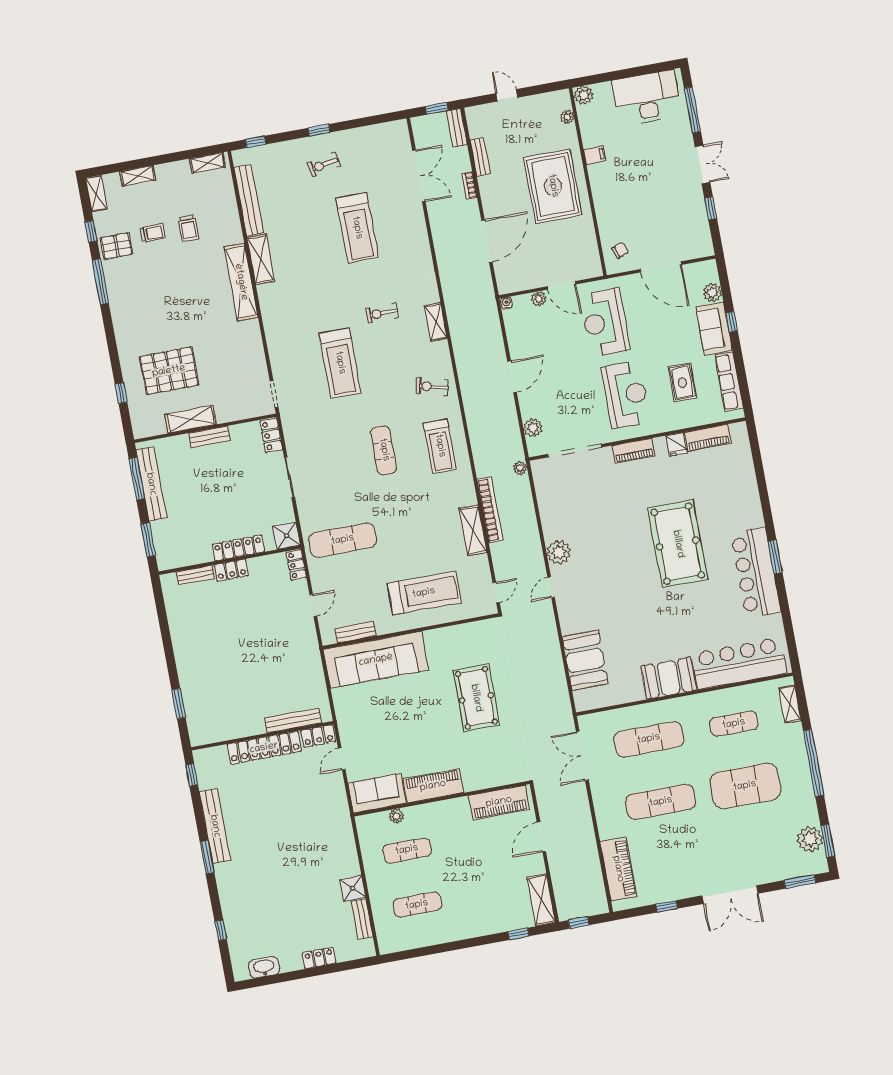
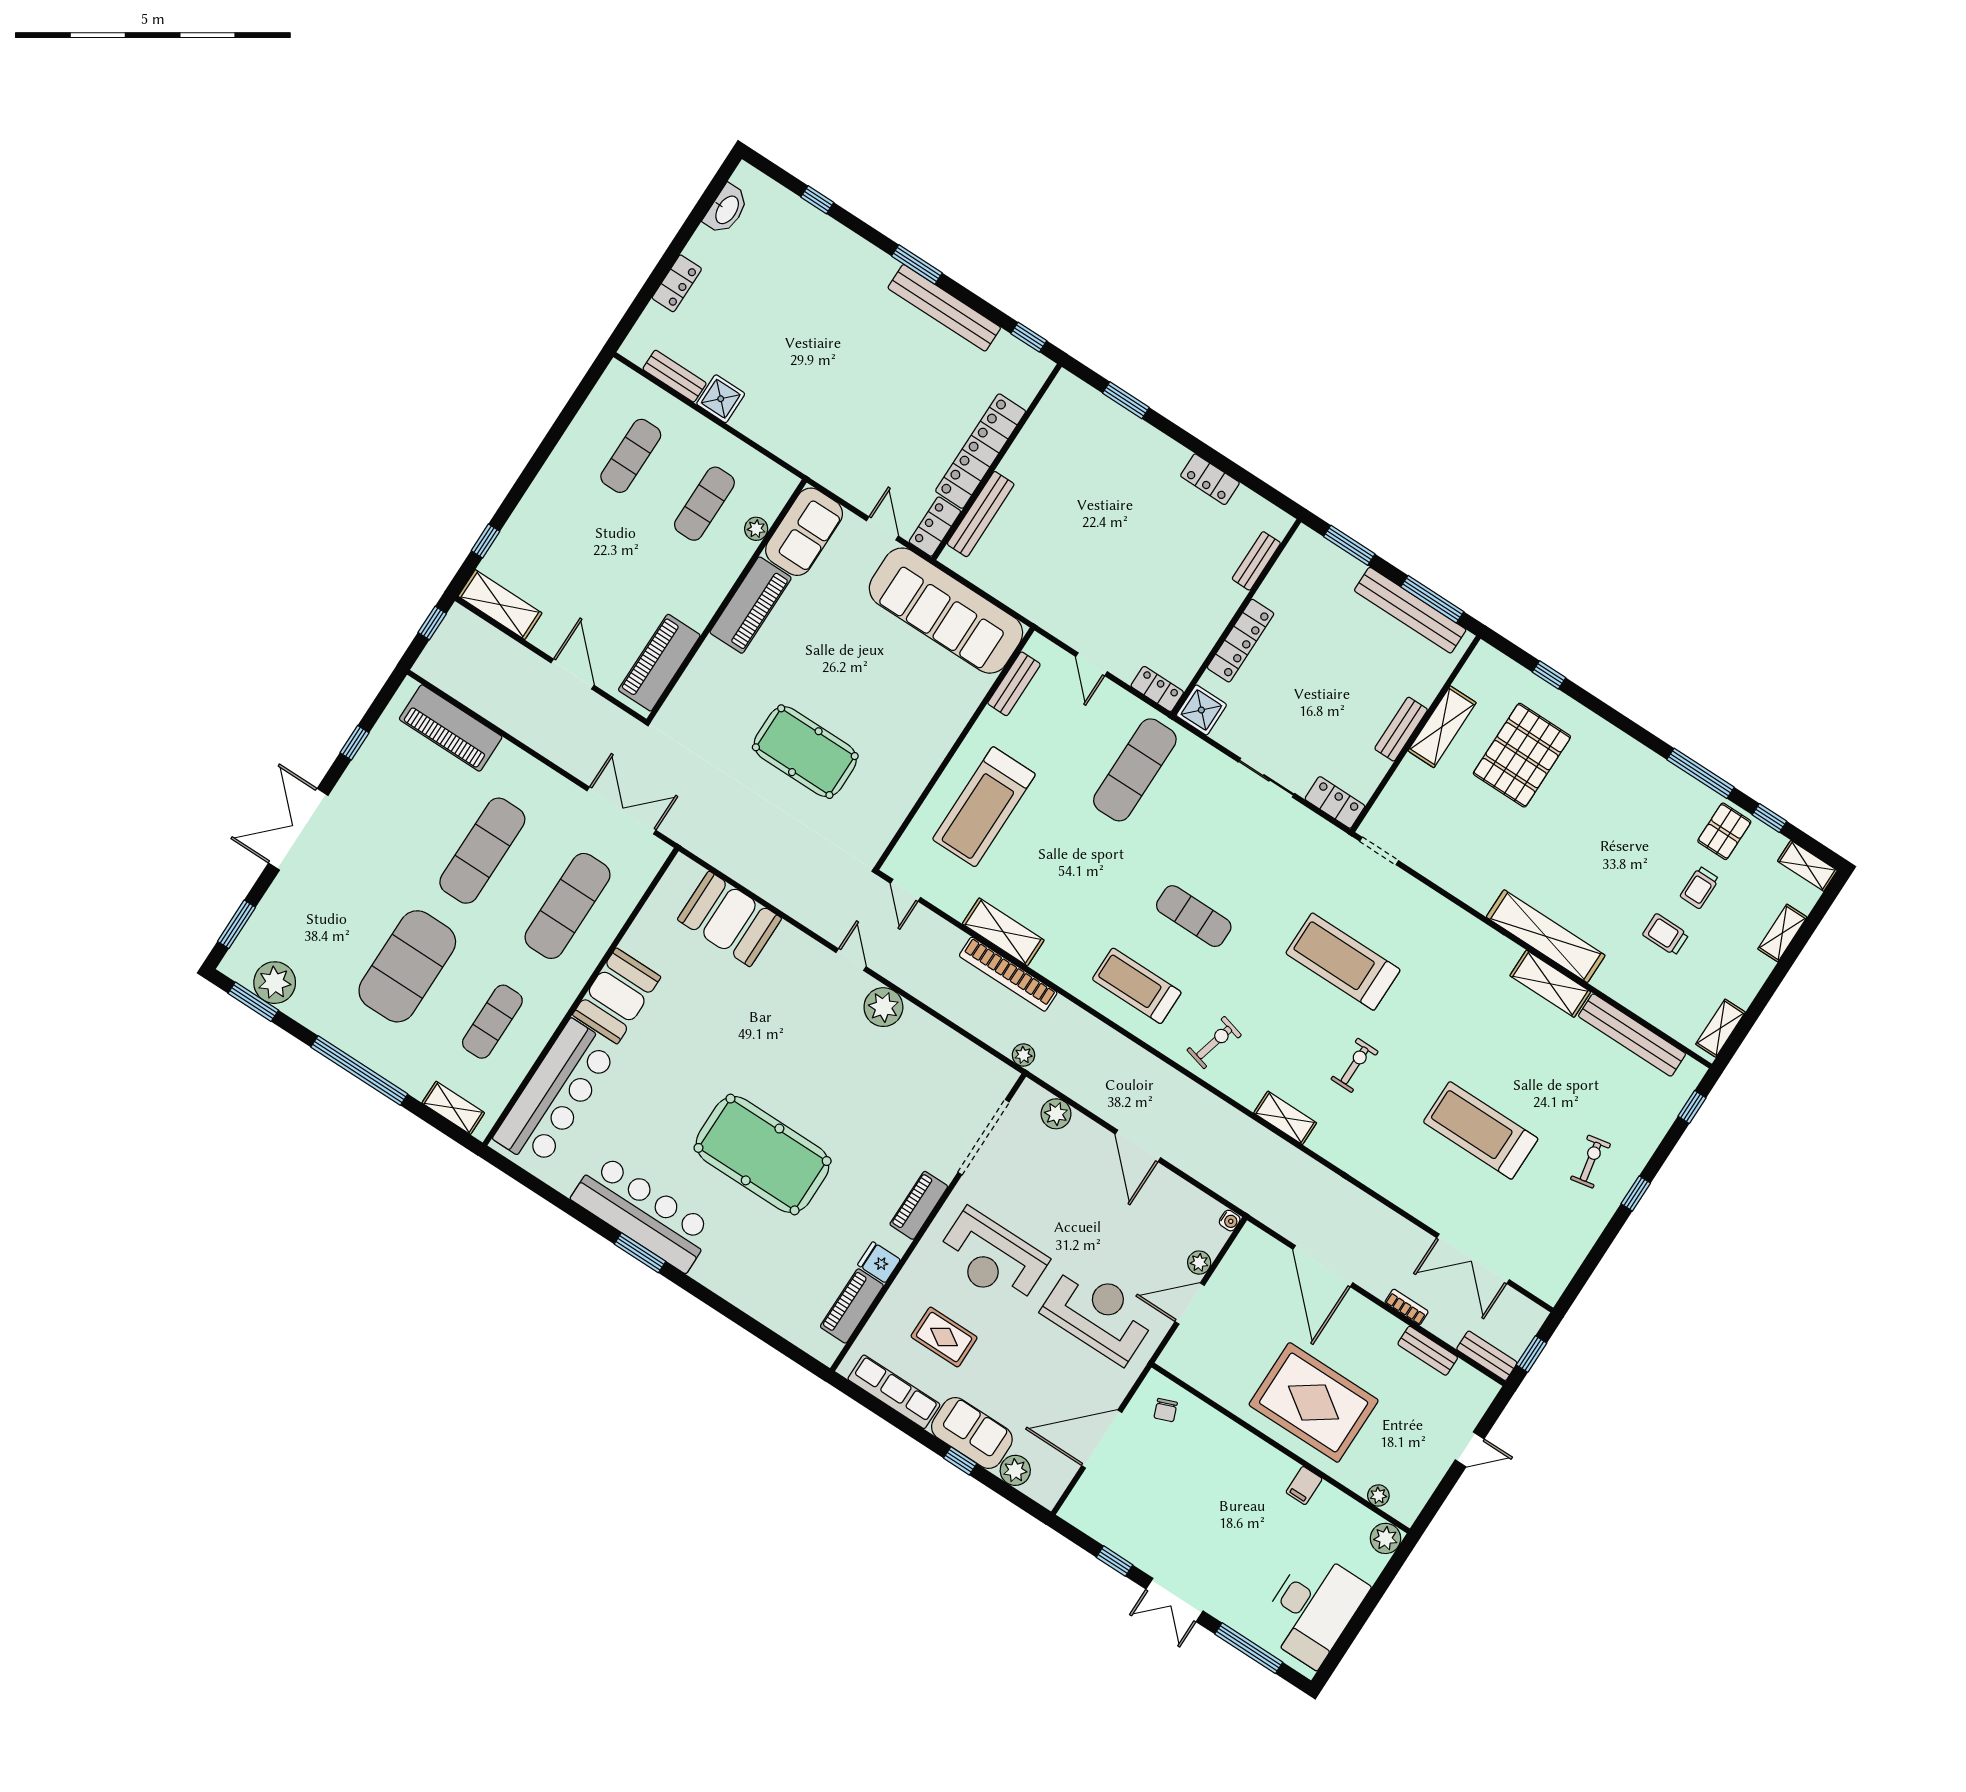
locker: (231, 570) -> (1210, 479), moved, turned -90
sofa: (376, 660) -> (946, 611), moved, turned -90

